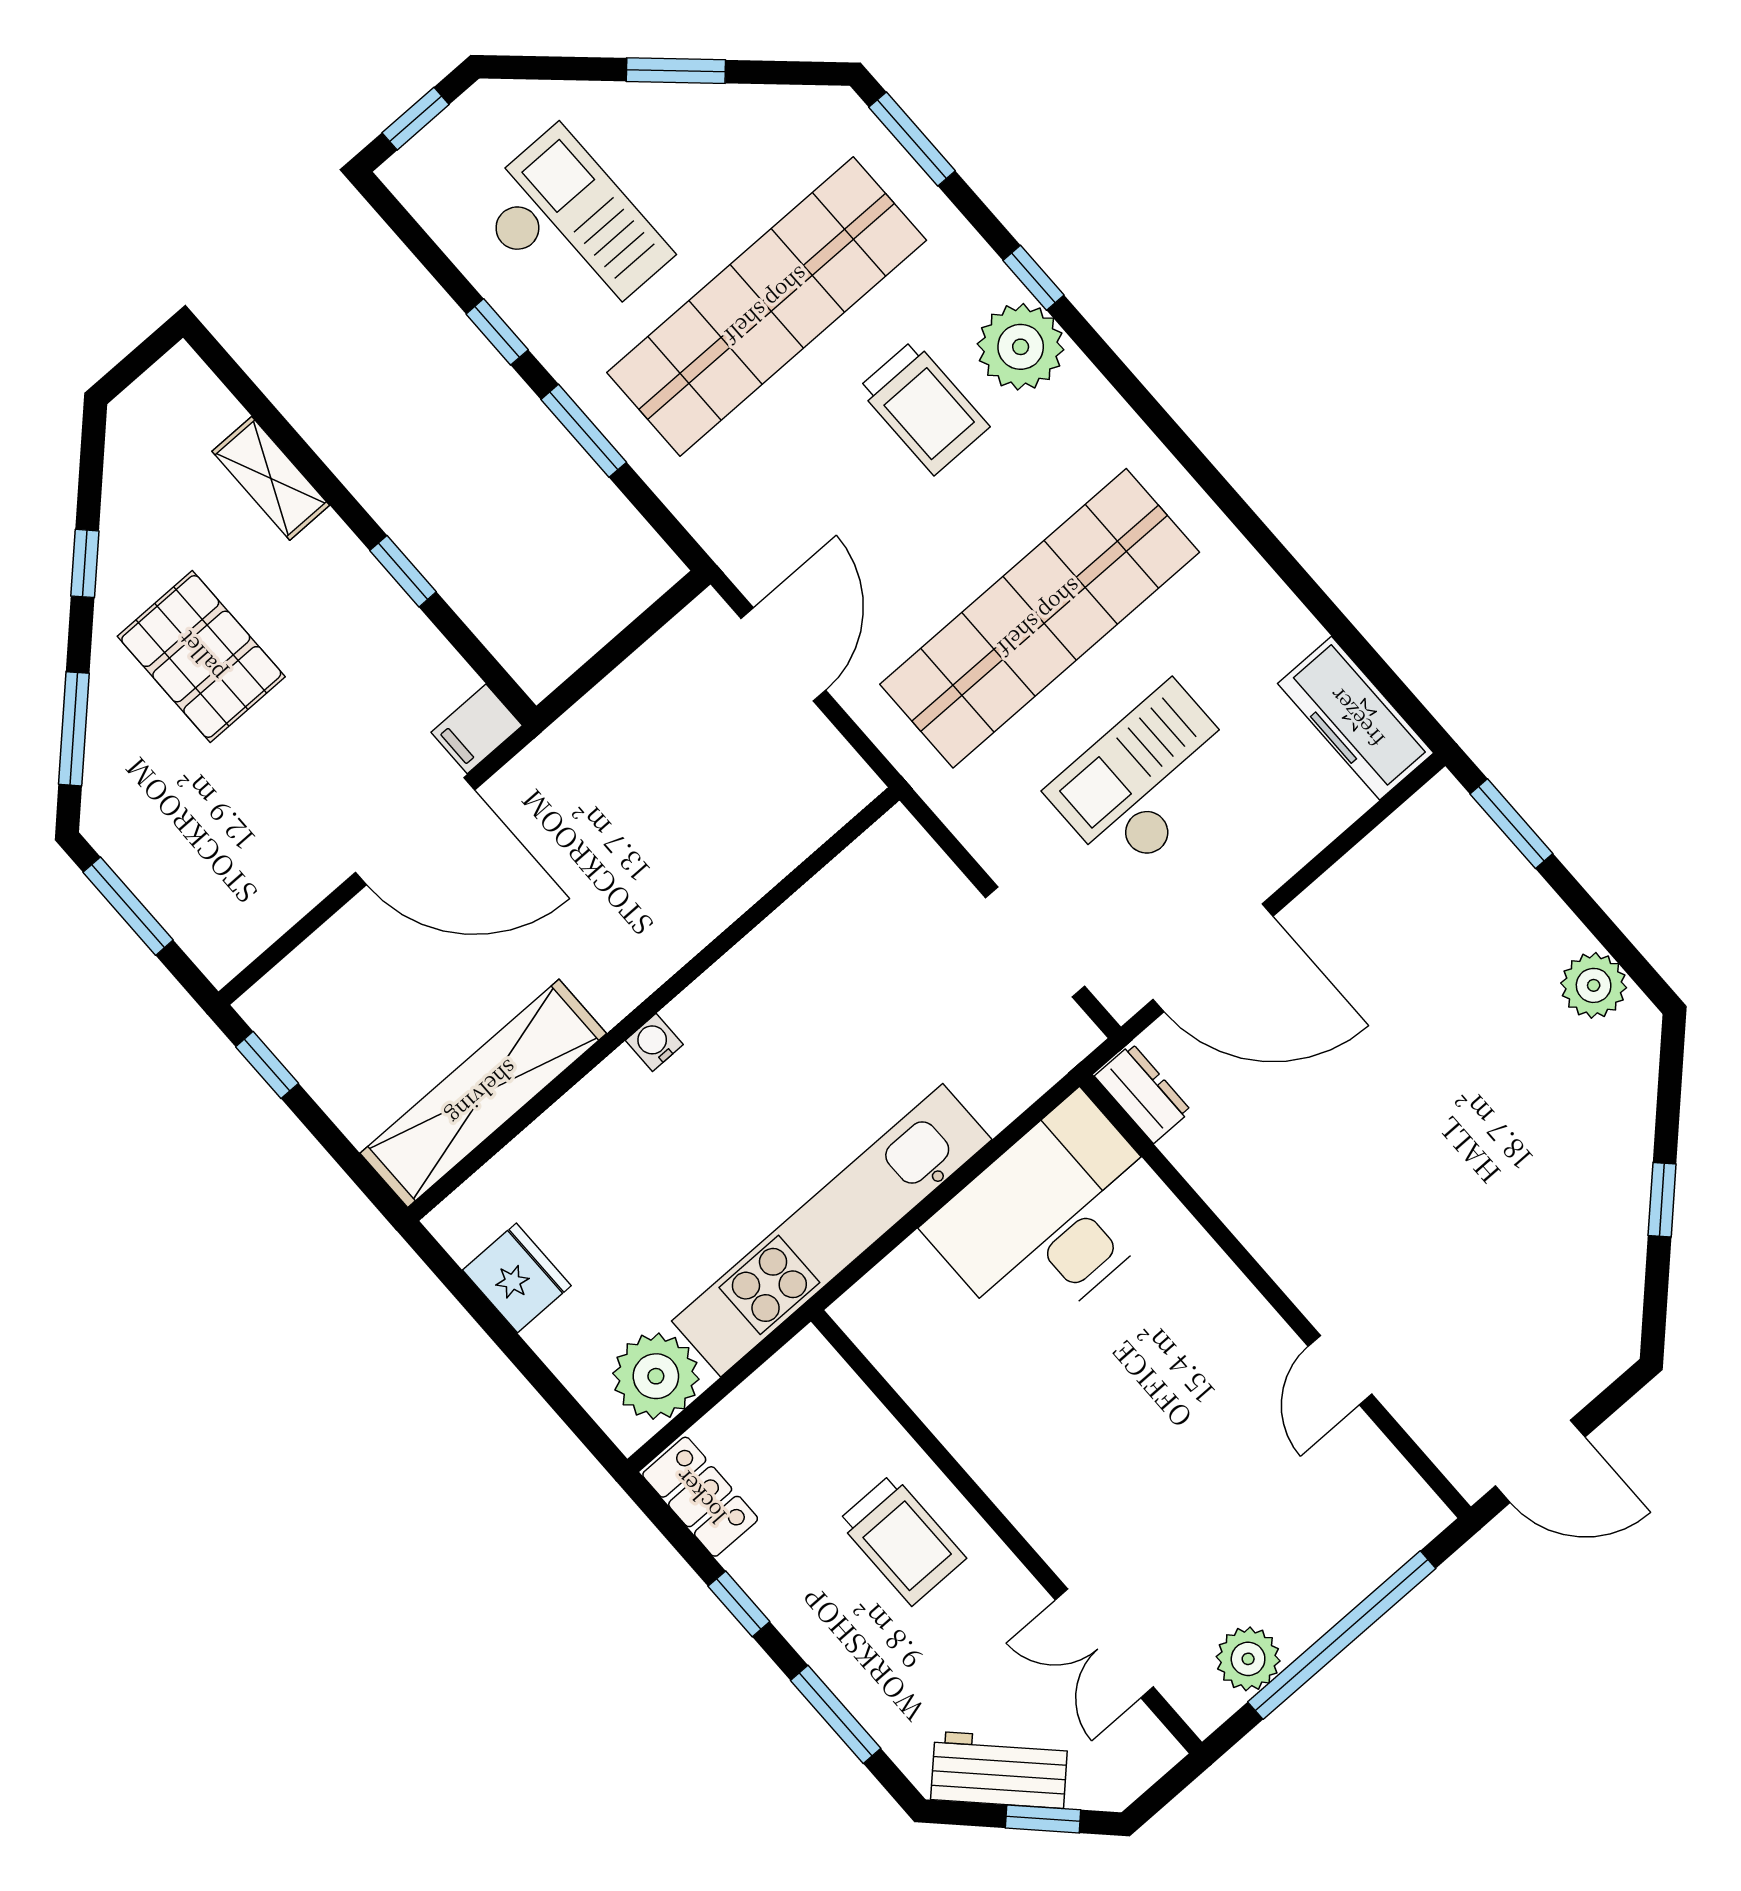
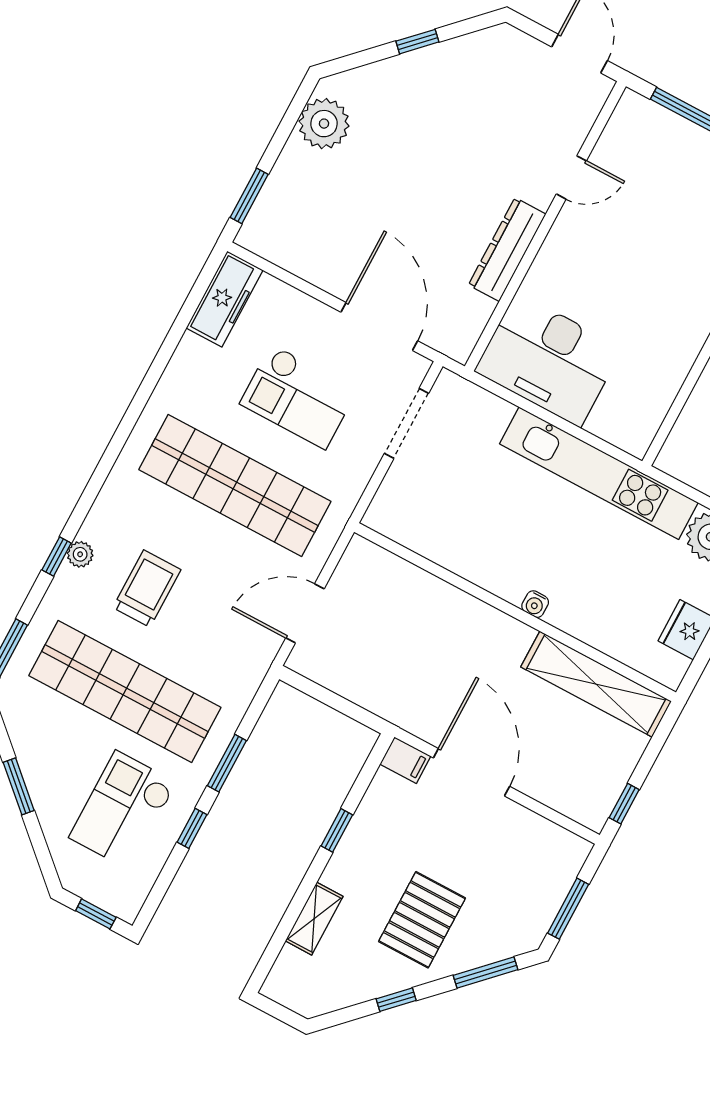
plant: (1021, 347) -> (80, 554), width x0.53, depth x0.53
plant: (1594, 985) -> (324, 124), width x1.36, depth x1.36
dresser: (1143, 1093) -> (507, 250), moved, width x1.96, depth x1.24

